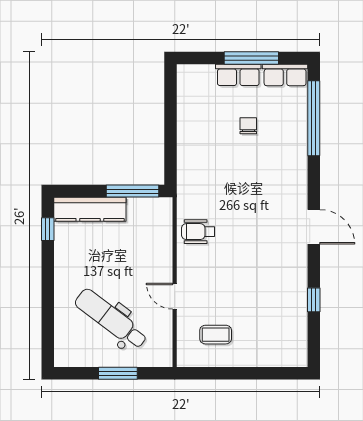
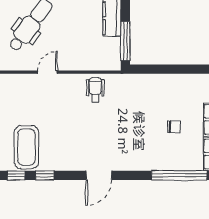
coffee table: (216, 335) -> (26, 147), moved, width x1.86, depth x1.72
window: (314, 339) -> (16, 175), added

